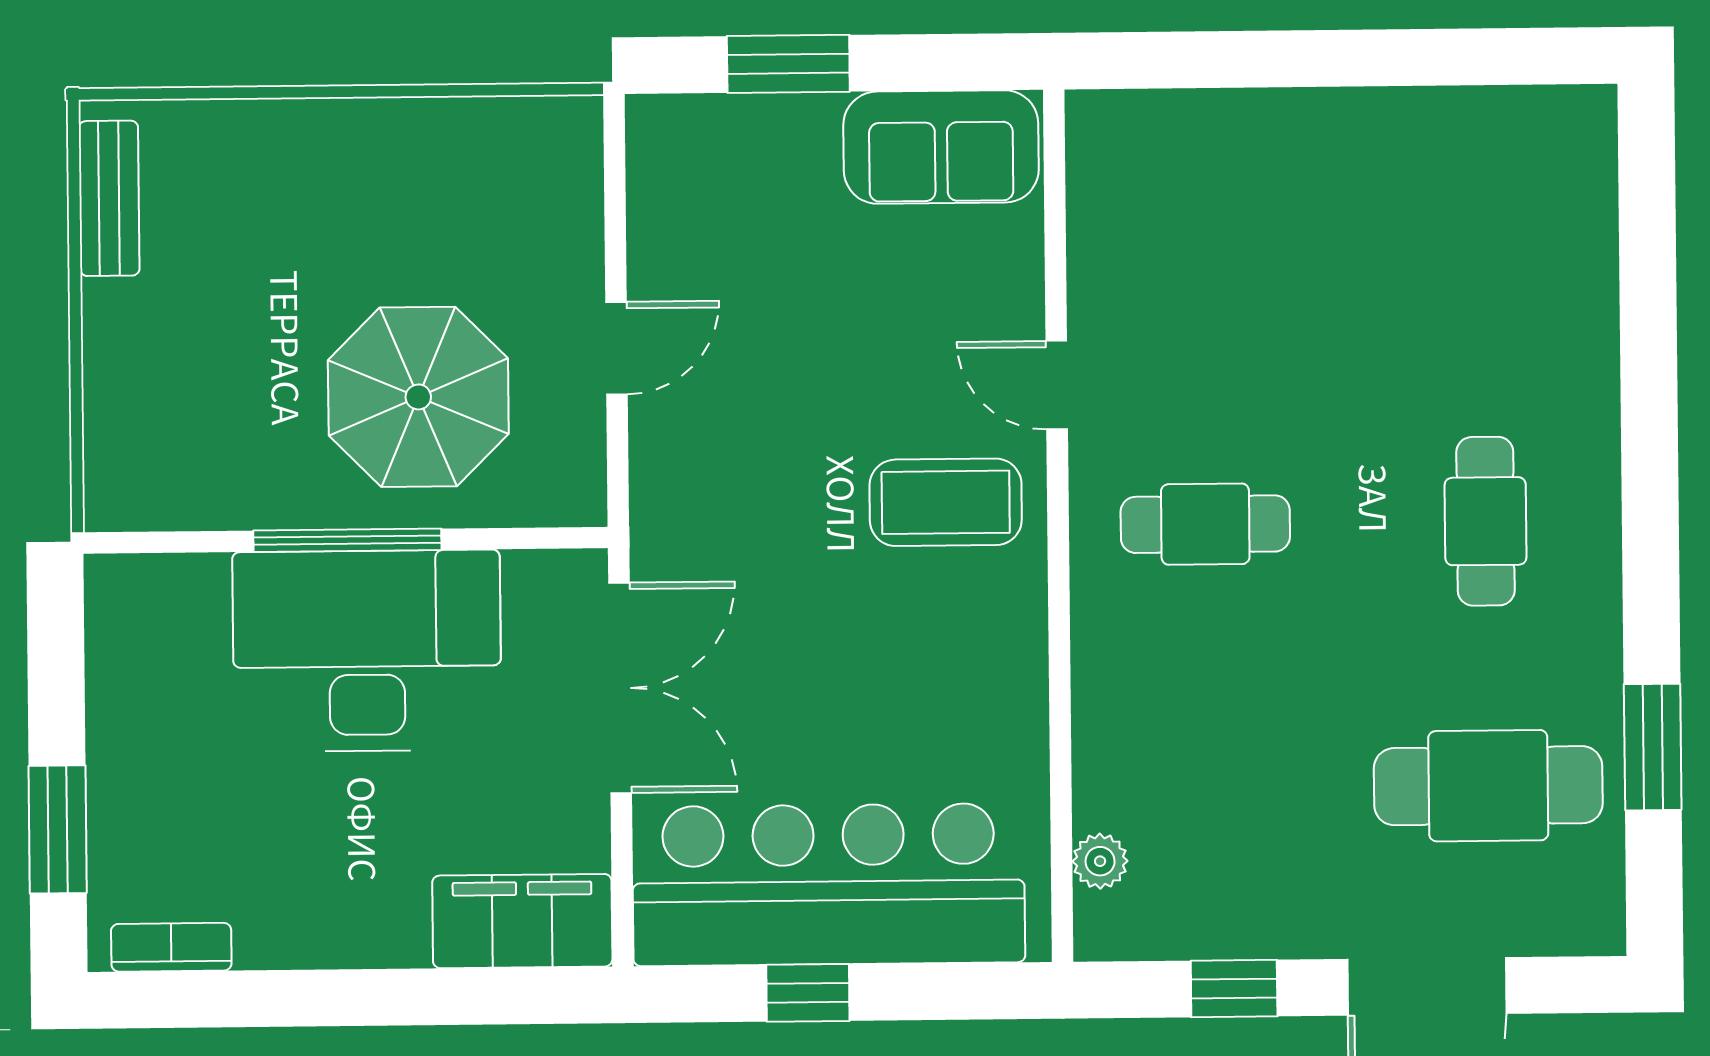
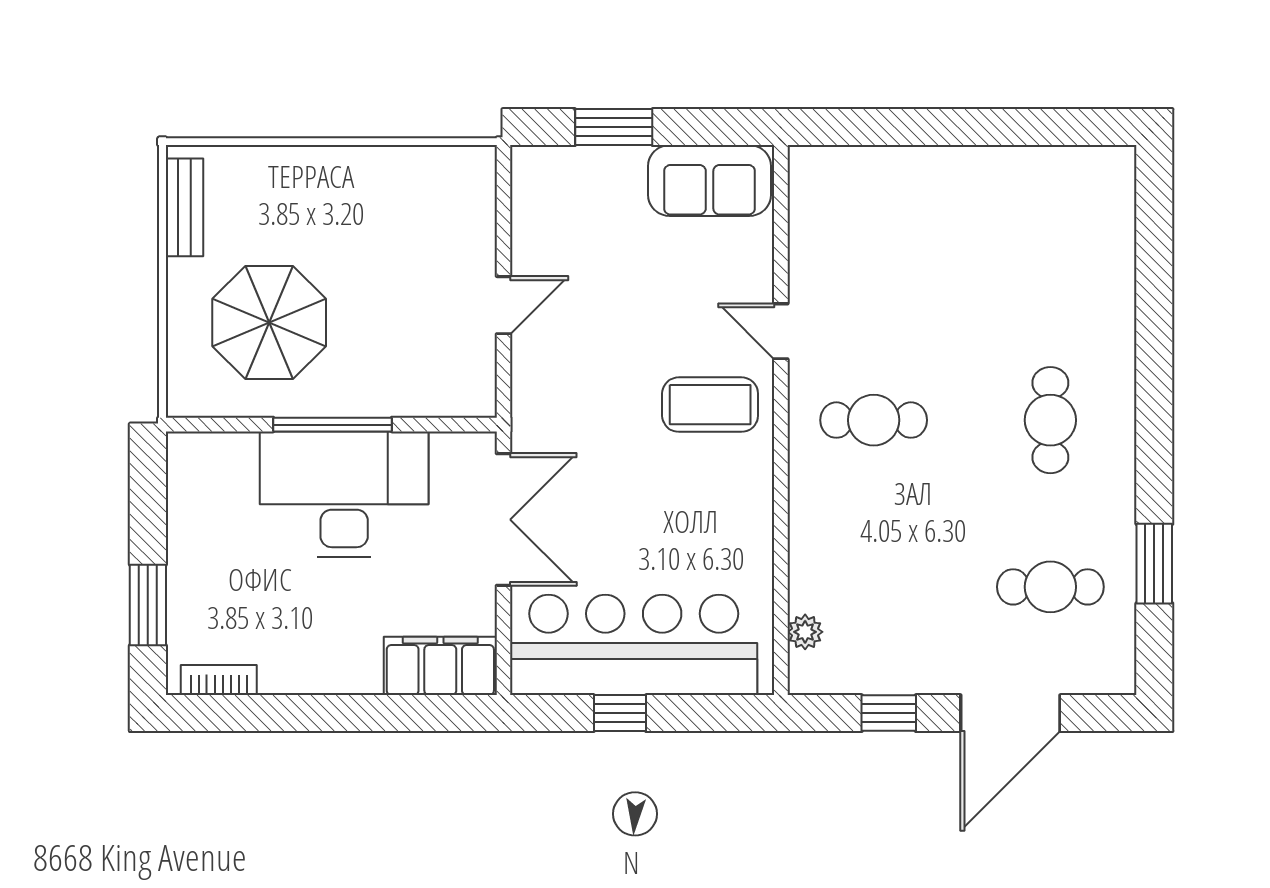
parasol: (418, 397) -> (269, 322), moved
cafe table: (1488, 786) -> (1050, 587), width x0.73, depth x0.74

